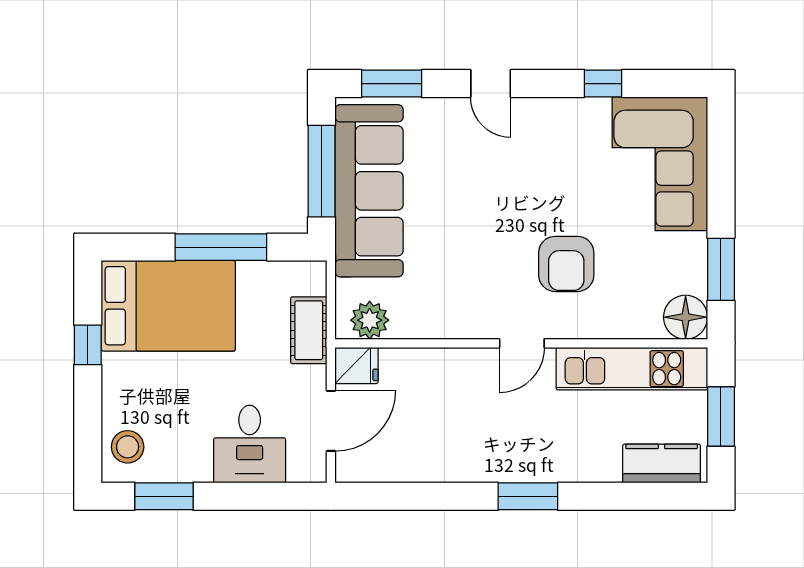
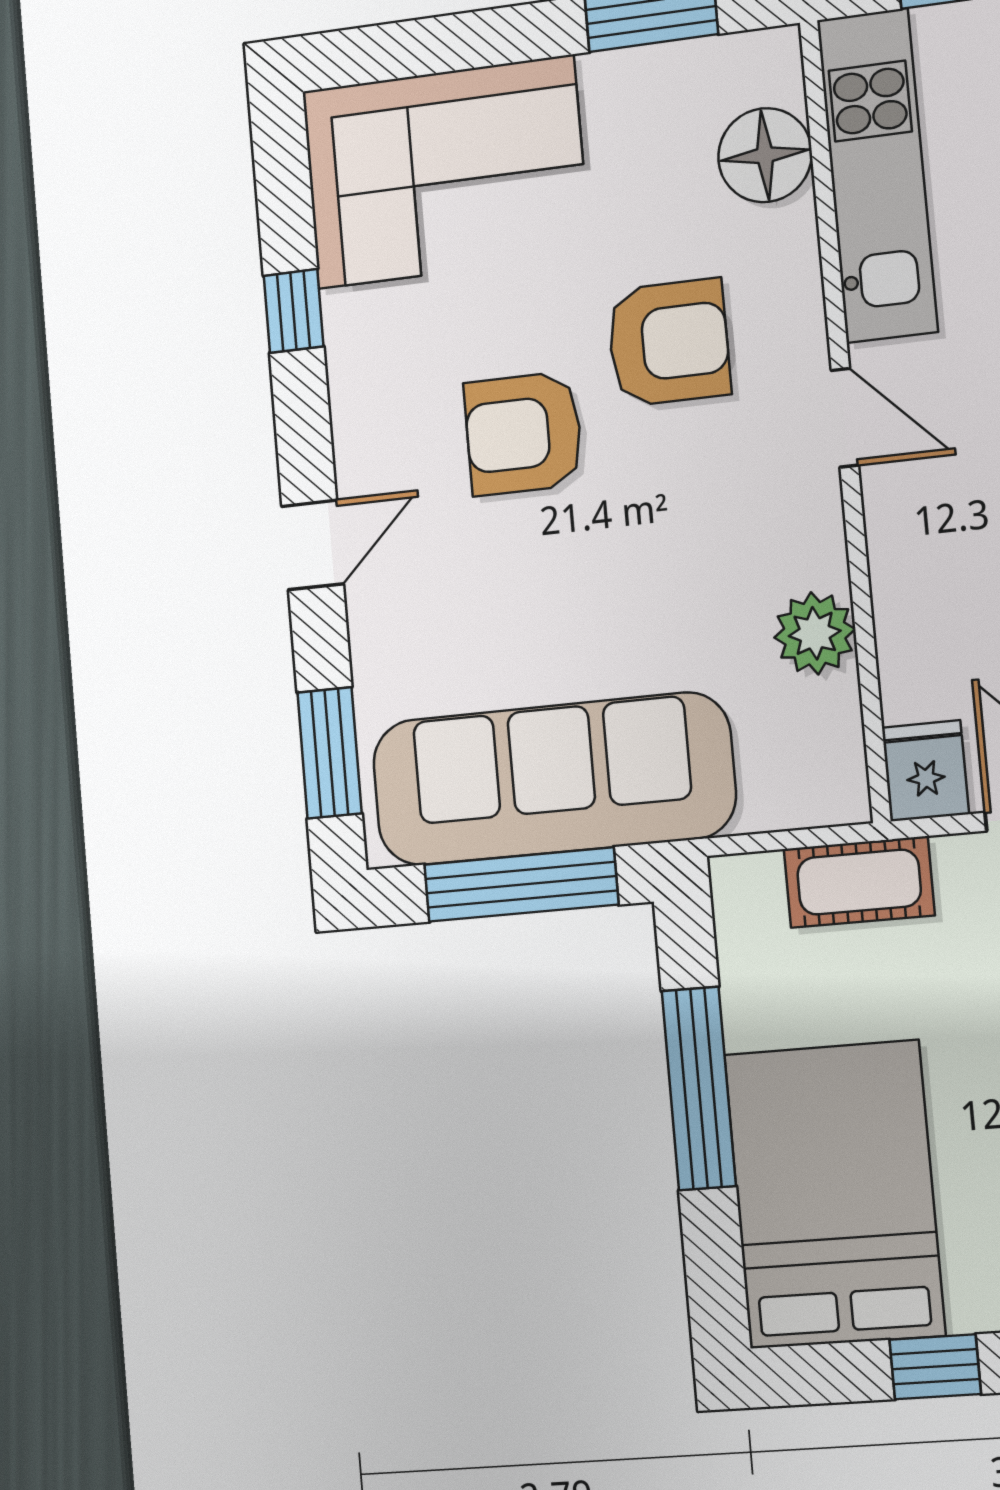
armchair: (532, 191) -> (523, 434), added
floor lamp: (686, 317) -> (765, 155), moved
plant: (370, 320) -> (815, 633), moved

